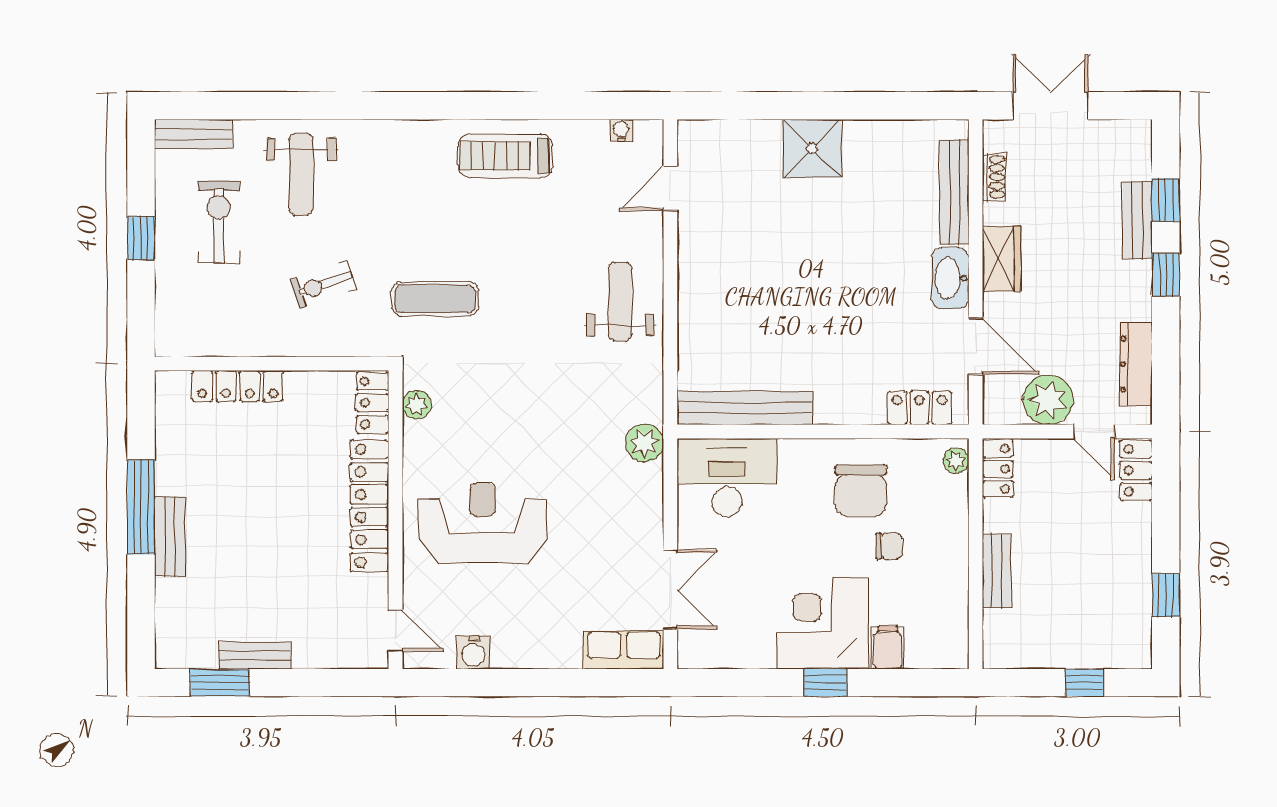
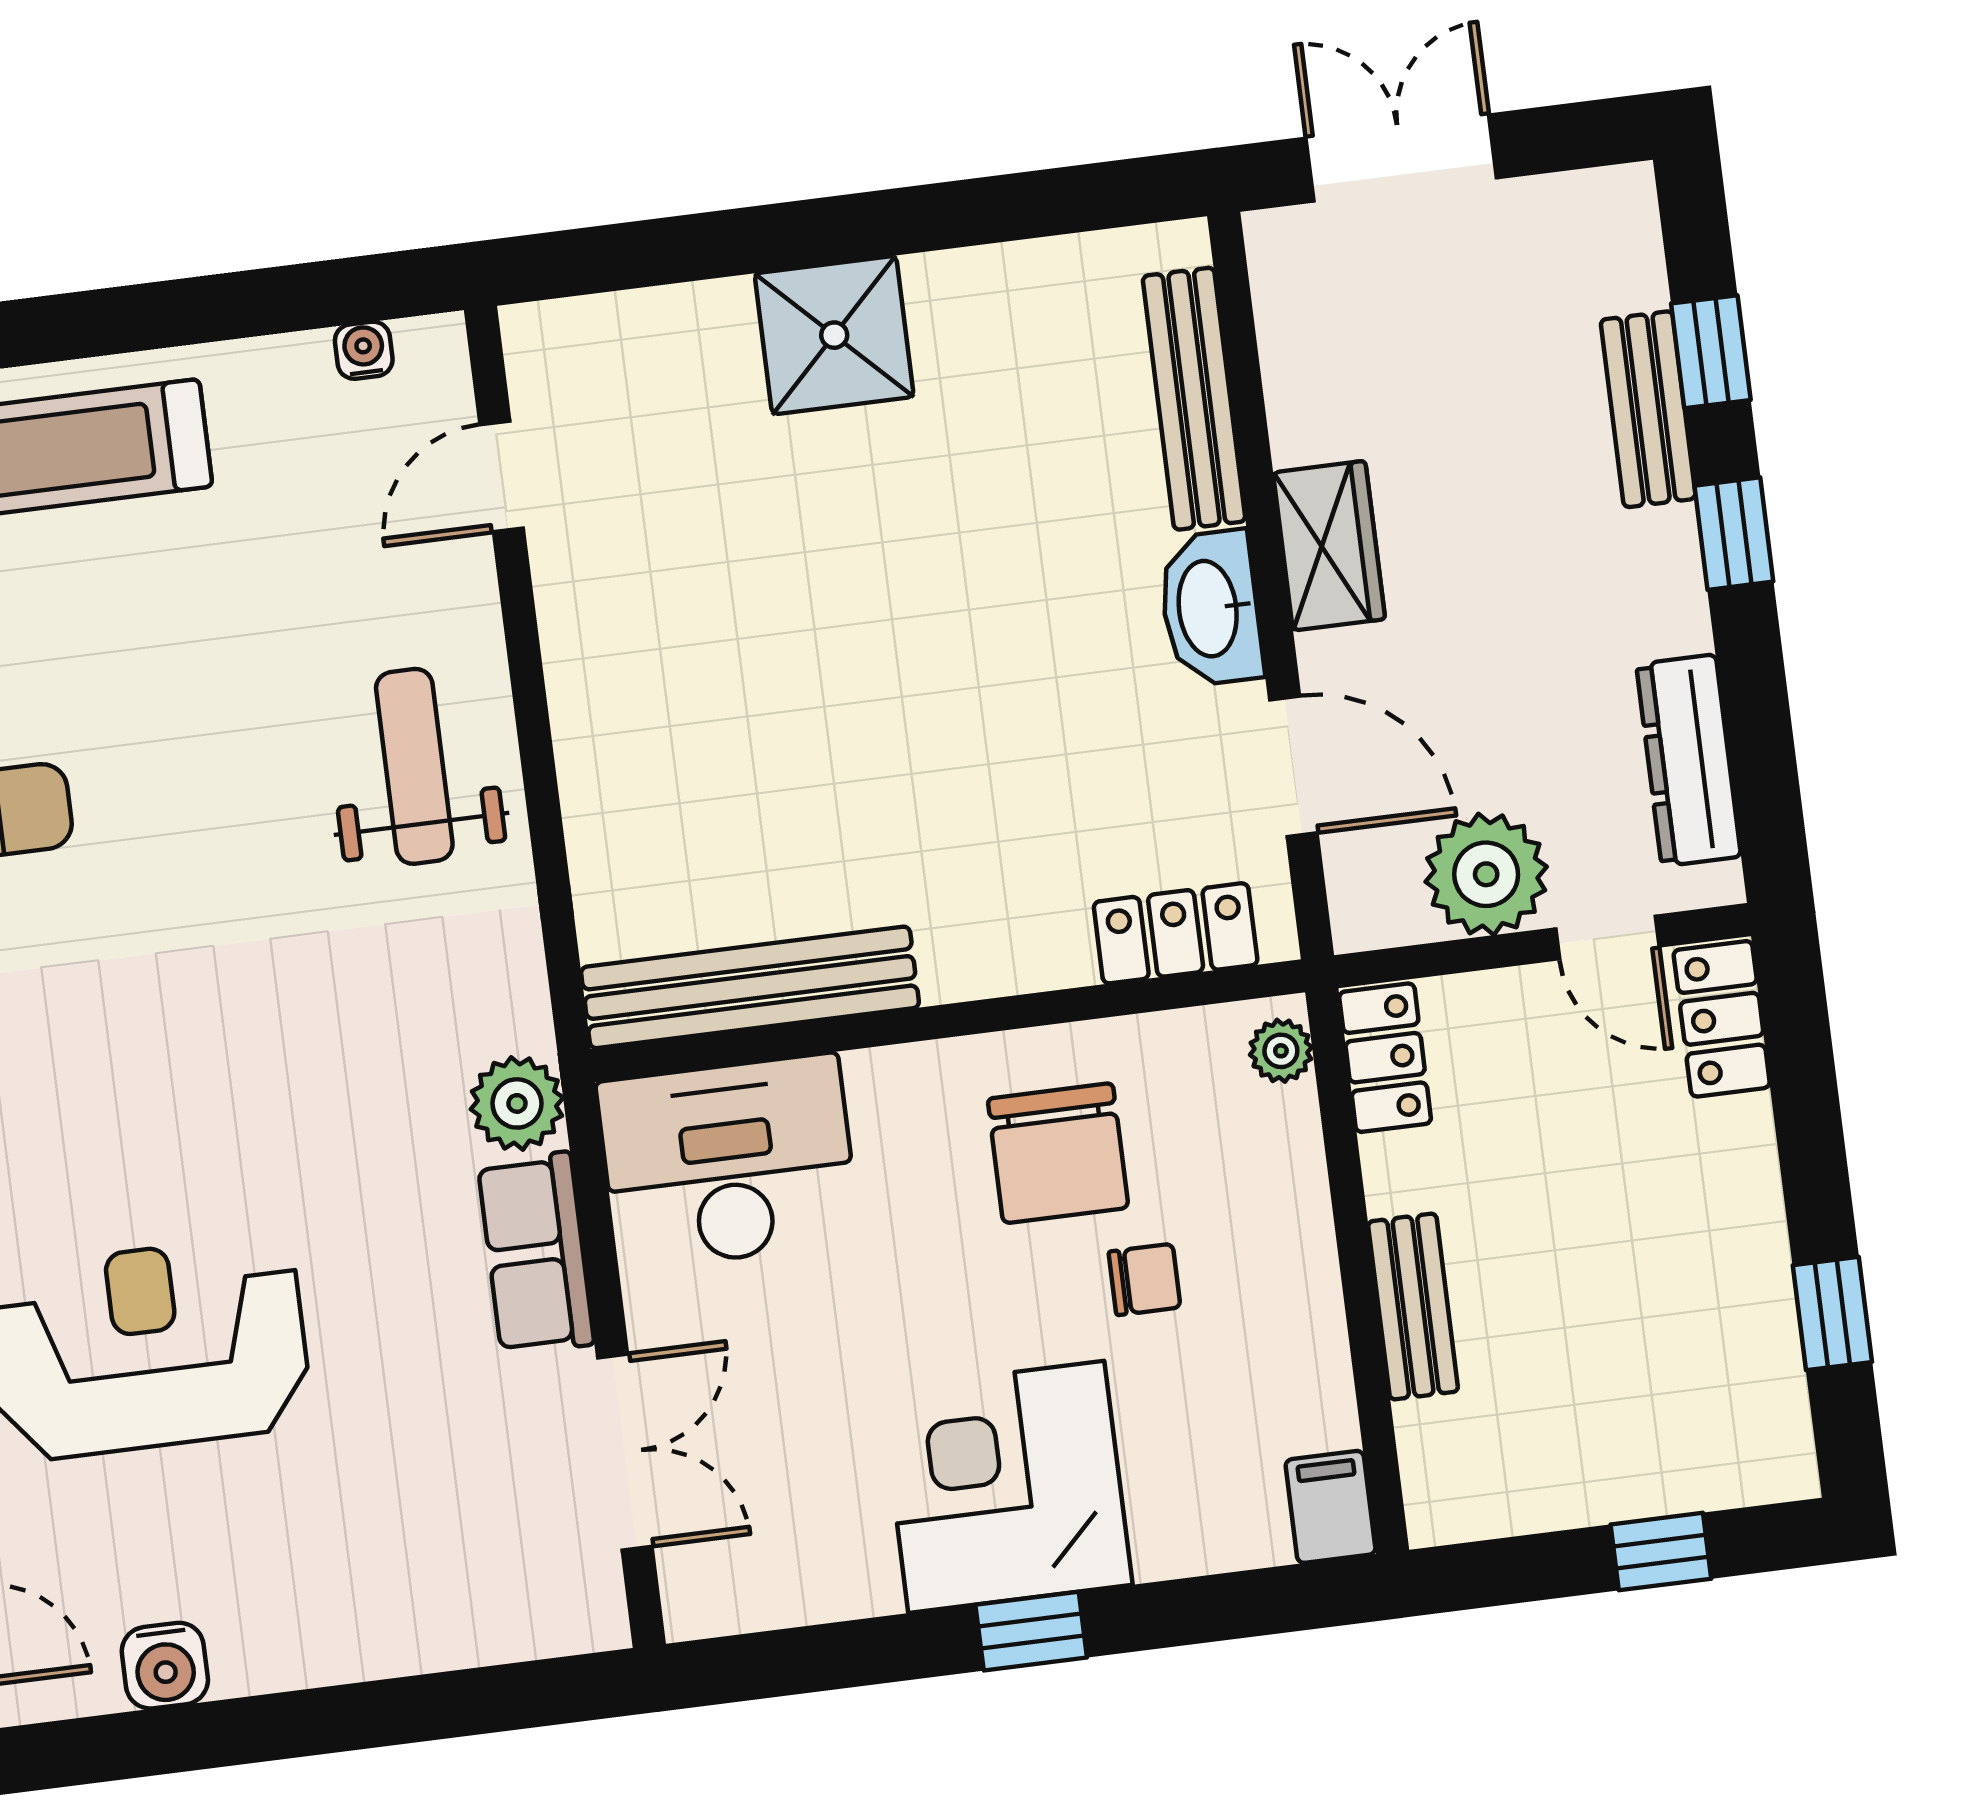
shoe rack: (994, 177) -> (1286, 349), removed
filing cabinet: (888, 648) -> (1331, 1507), moved
row of seats: (624, 650) -> (536, 1253), moved, turned -90

